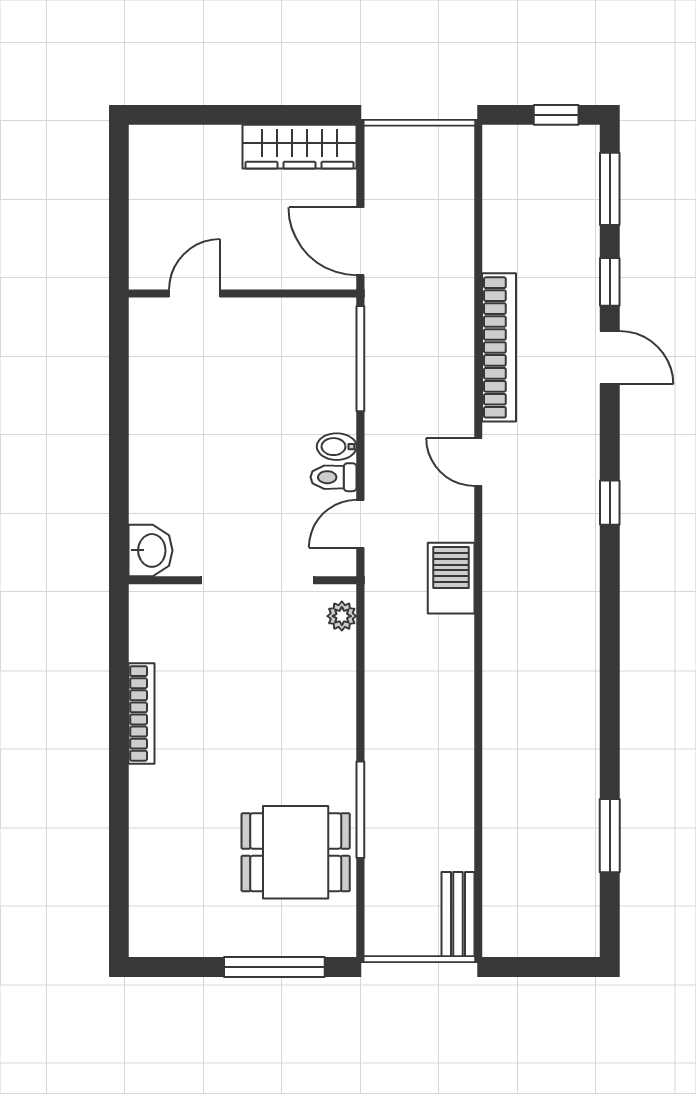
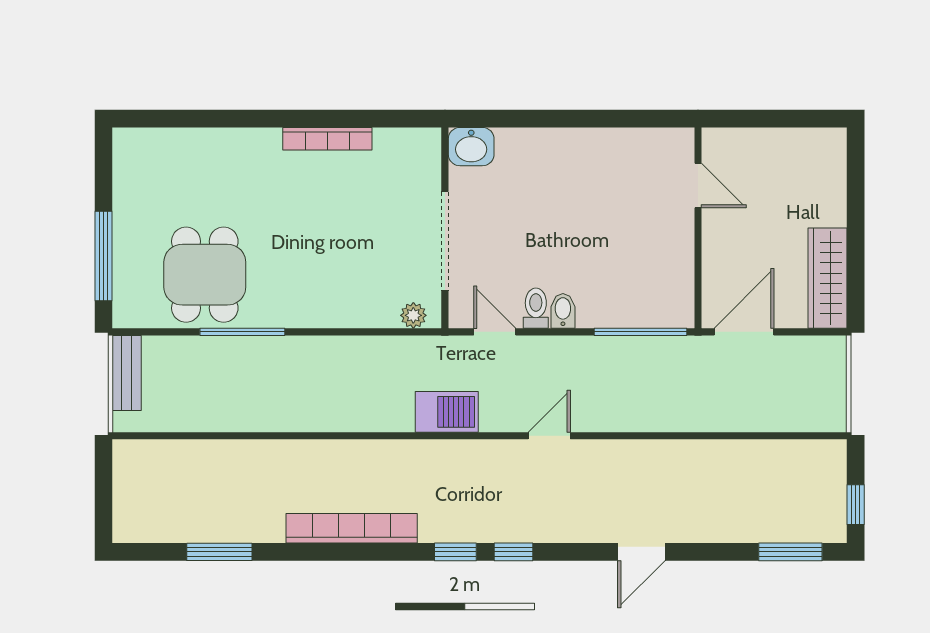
window: (610, 282) -> (455, 552), moved
bookcase: (499, 347) -> (352, 528), moved, turned 180
bench: (458, 914) -> (127, 373), moved, turned 90

